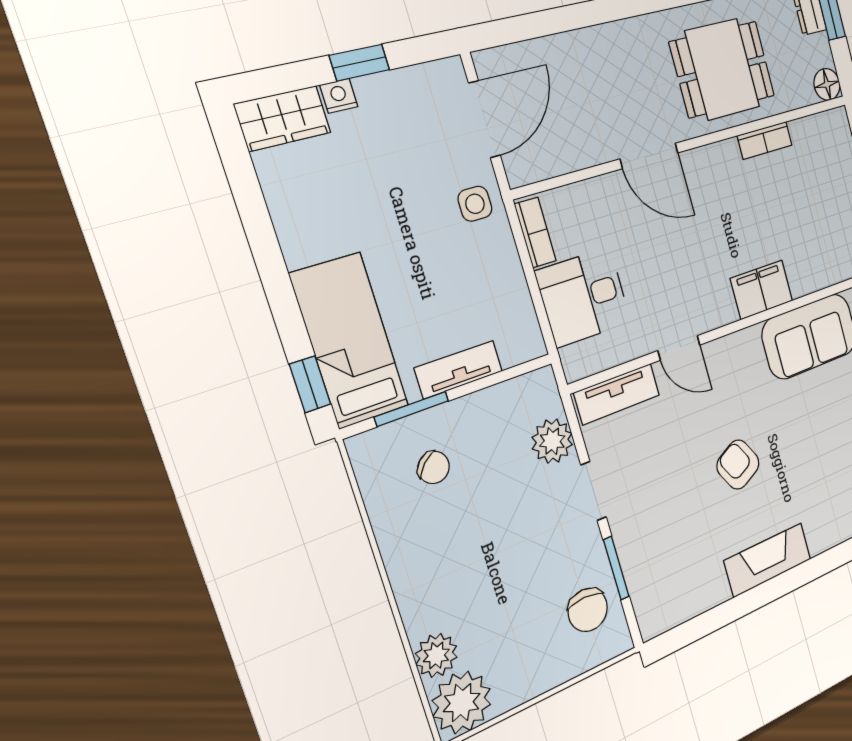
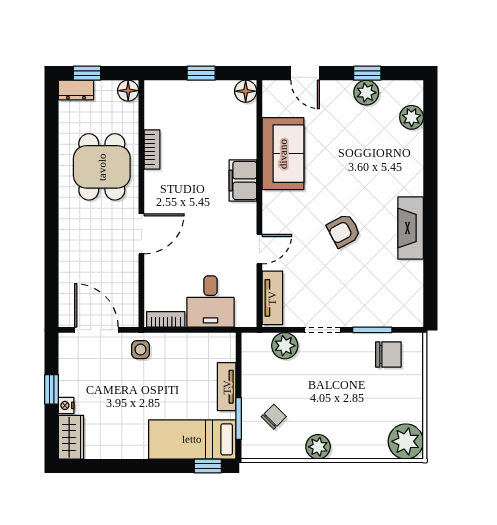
plant: (436, 655) -> (318, 447), moved

